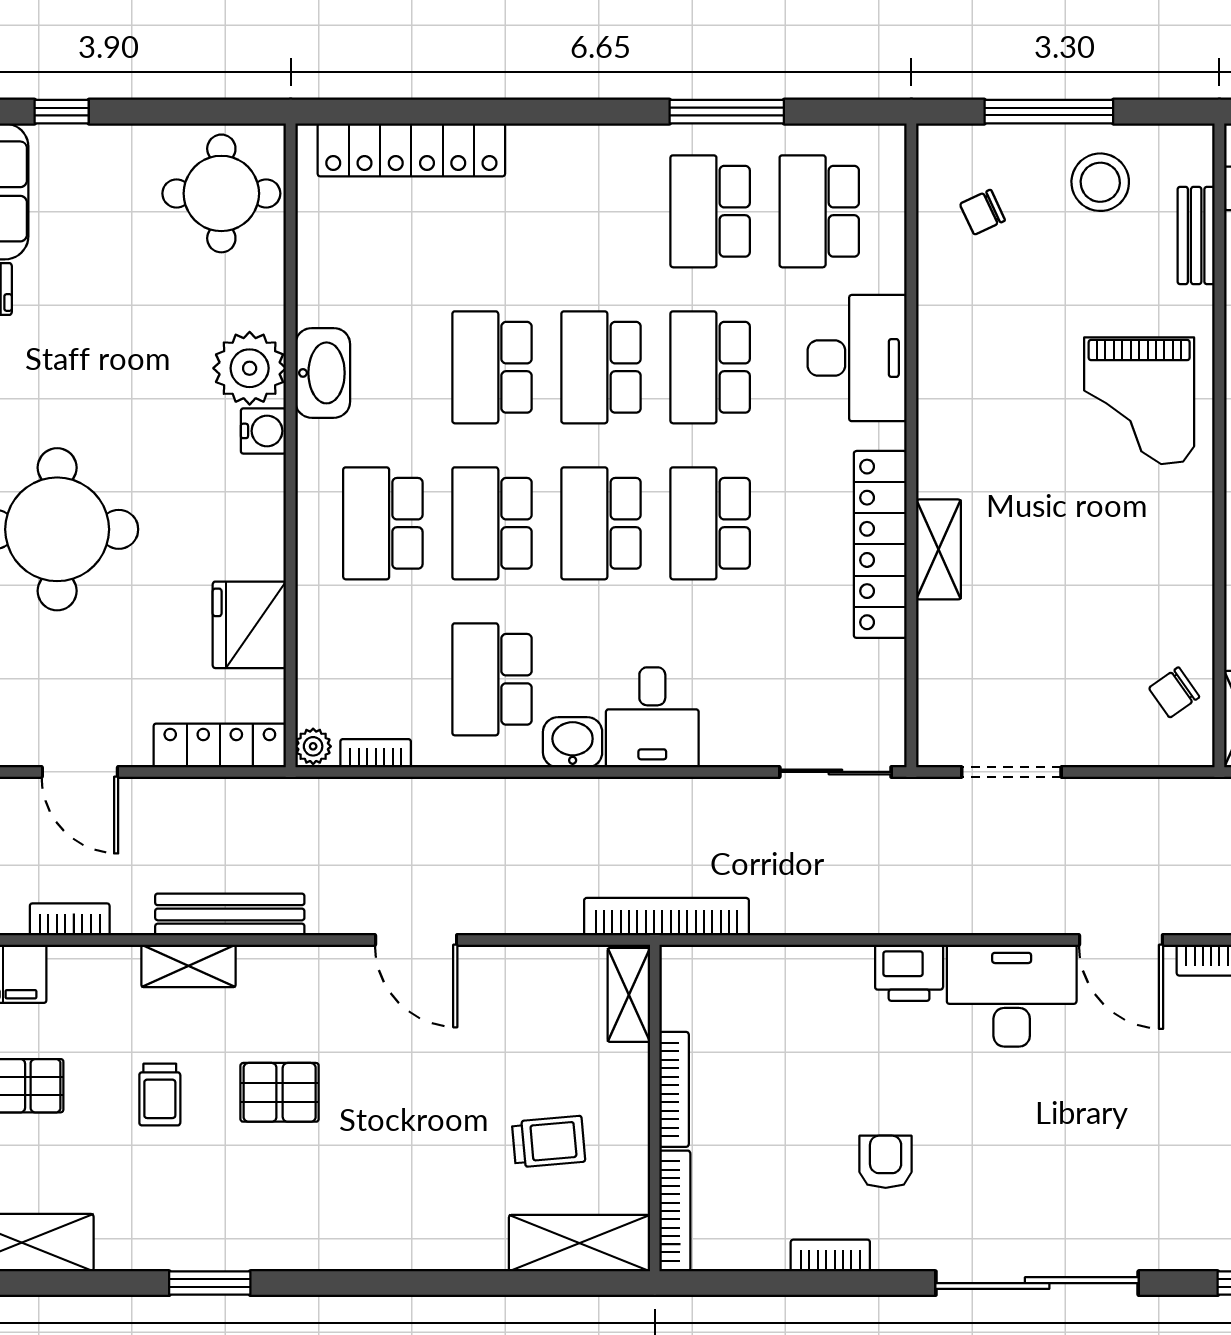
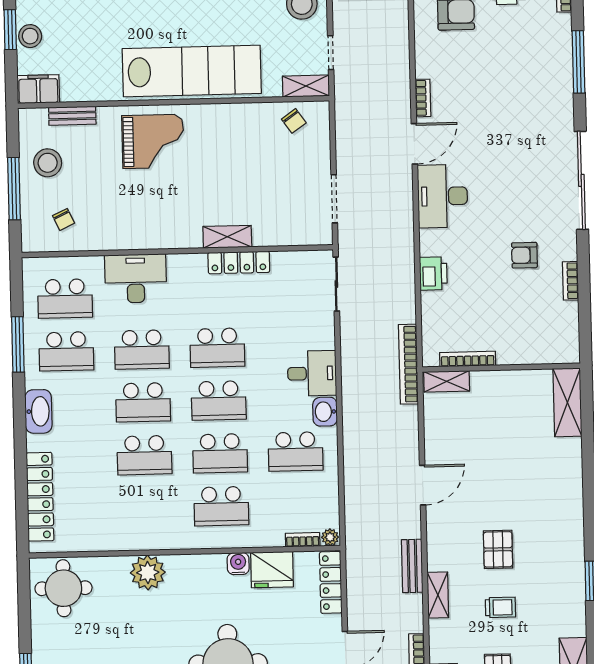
washbasin: (323, 373) -> (38, 411), moved, turned 90
water cooler: (263, 431) -> (238, 564), moved
locker: (880, 544) -> (239, 262), width x0.71, depth x0.83
bookcase: (376, 753) -> (303, 540), moved, turned 90
bench: (230, 914) -> (412, 566), width x0.73
printer: (909, 973) -> (433, 273), moved
bookcase: (674, 1089) -> (468, 359), moved
trolley: (549, 1142) -> (519, 419), removed
bookcase: (675, 1211) -> (551, 357), removed

